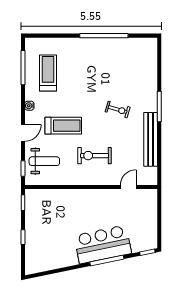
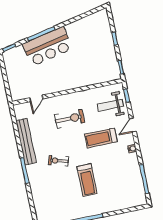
treadmill: (48, 73) -> (87, 180), moved

